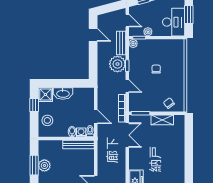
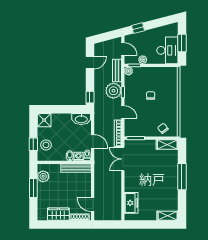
door: (93, 35) -> (90, 63), hinge flipped
window: (93, 71) -> (90, 97), added
washbasin: (63, 93) -> (81, 119), moved
window: (34, 105) -> (33, 144), moved
shelving: (162, 120) -> (167, 144), moved
double door: (127, 135) -> (123, 159), swing flipped
window: (189, 153) -> (182, 177), added
plant: (44, 165) -> (43, 176), moved

